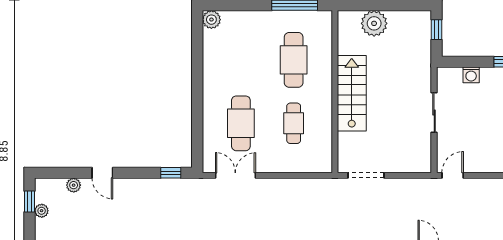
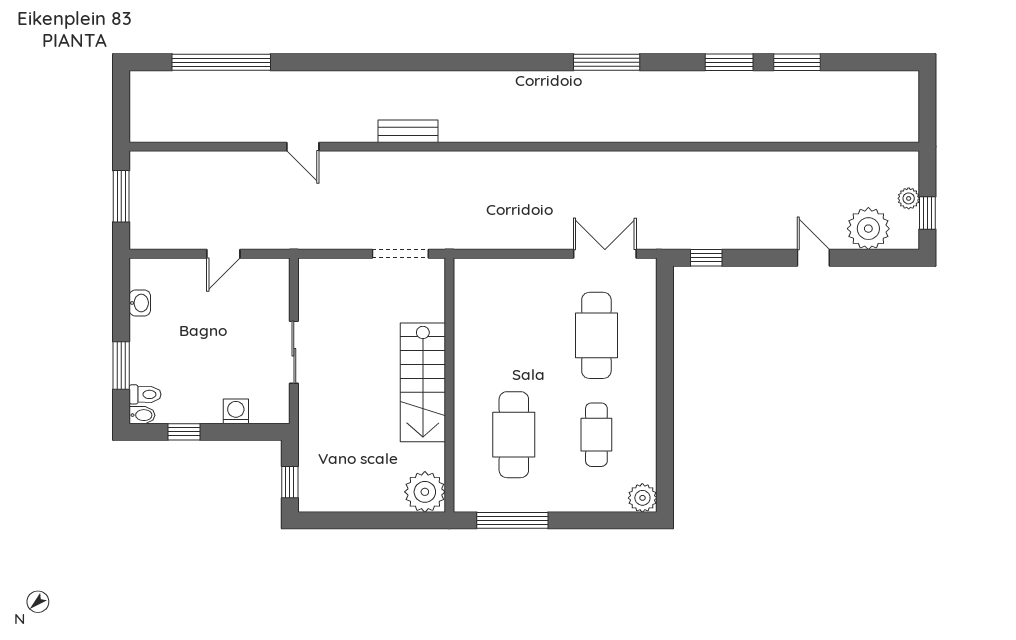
plant: (374, 23) -> (425, 492), moved
cafe table: (294, 123) -> (596, 435), moved
double door: (235, 175) -> (605, 254), swing flipped
door: (453, 175) -> (223, 254), moved
plant: (74, 185) -> (868, 229), width x1.87, depth x1.87

